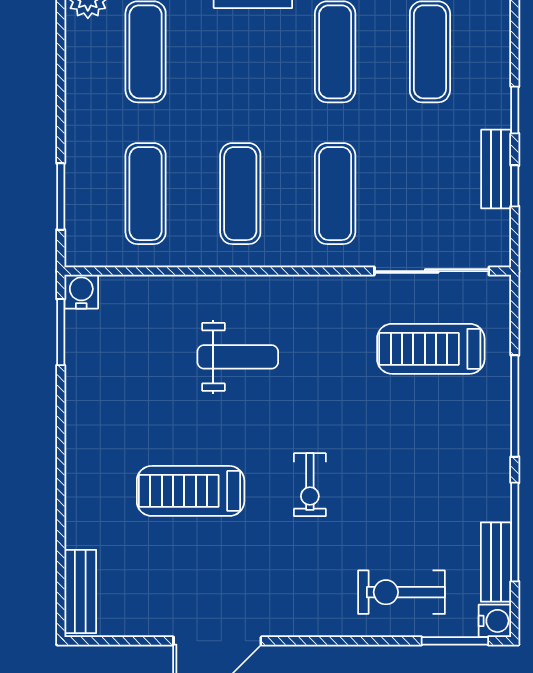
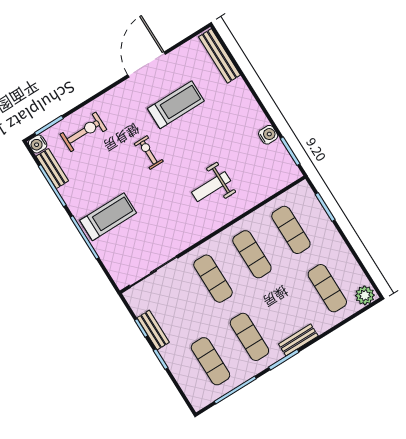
water cooler: (81, 292) -> (268, 135), moved, turned -90
treadmill: (431, 349) -> (108, 217), moved
treadmill: (191, 491) -> (176, 105), moved
bench: (80, 591) -> (219, 56), width x1.36

